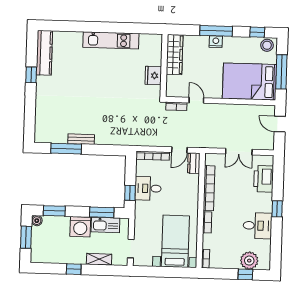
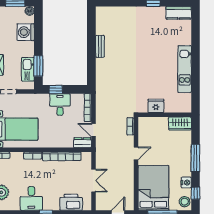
nightstand: (216, 42) -> (186, 183), moved
kitchen counter: (44, 53) -> (179, 13), width x0.67
wardrobe: (175, 55) -> (180, 123), width x0.67
door: (196, 100) -> (136, 153), moved
window: (66, 149) -> (91, 34), removed
double door: (239, 152) -> (94, 181), swing flipped
window: (54, 211) -> (38, 26), removed
washing machine: (80, 227) -> (26, 32), moved

